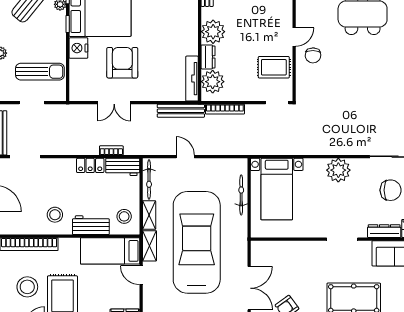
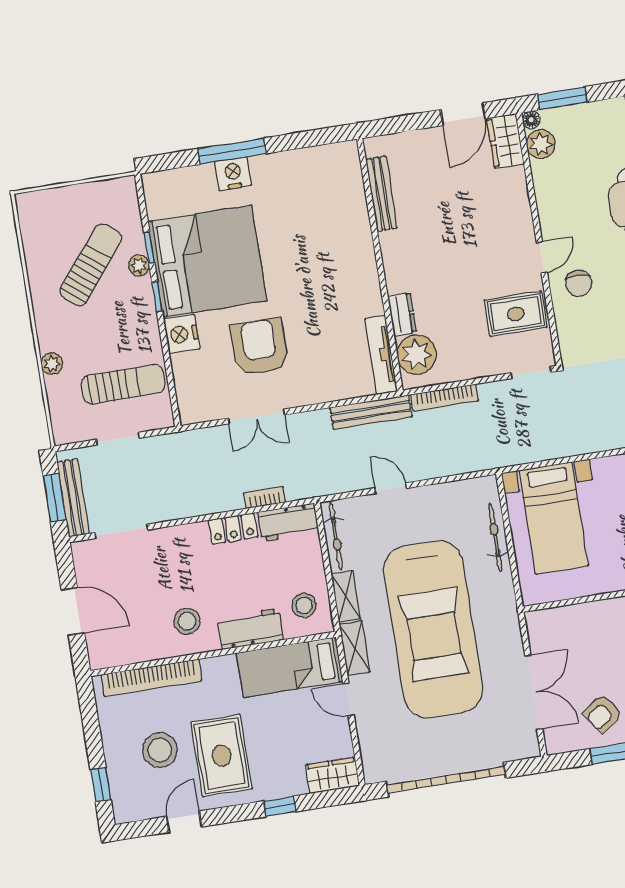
plant: (213, 32) -> (404, 270), removed
car: (197, 242) -> (433, 629), turned 180

